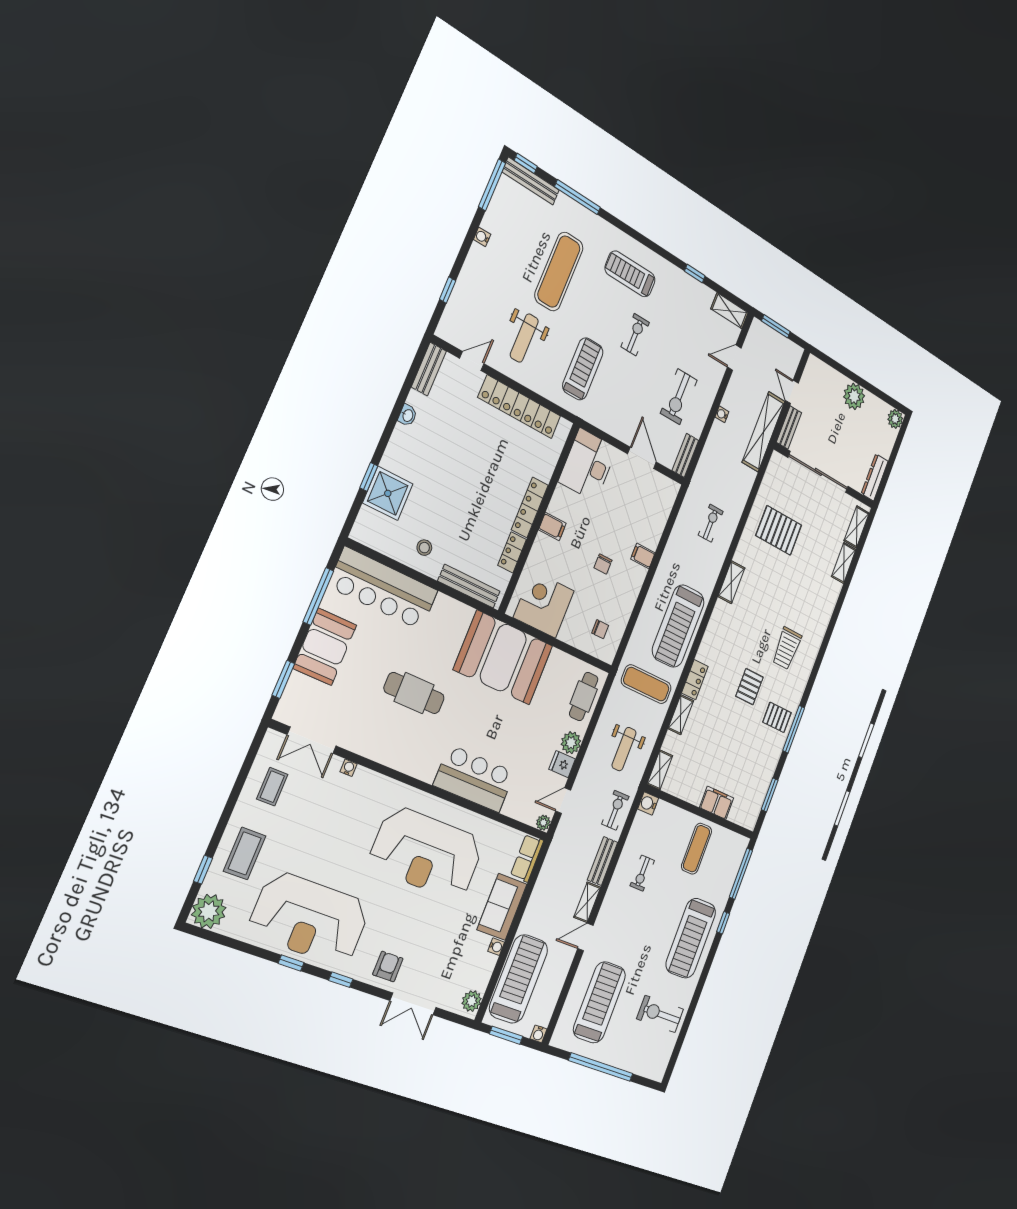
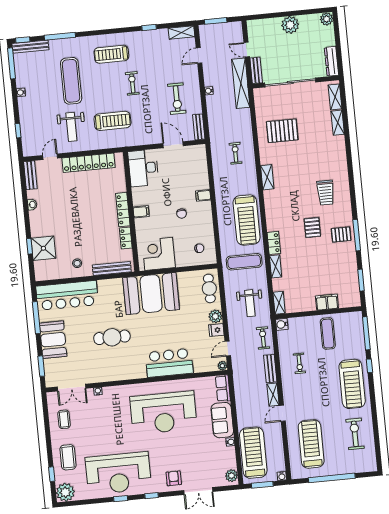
treadmill: (583, 369) -> (112, 121), turned 90
exercise bike: (660, 1014) -> (355, 434), turned 90

